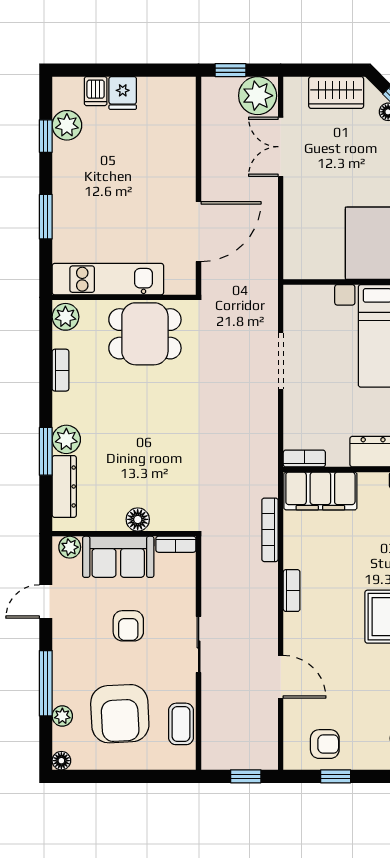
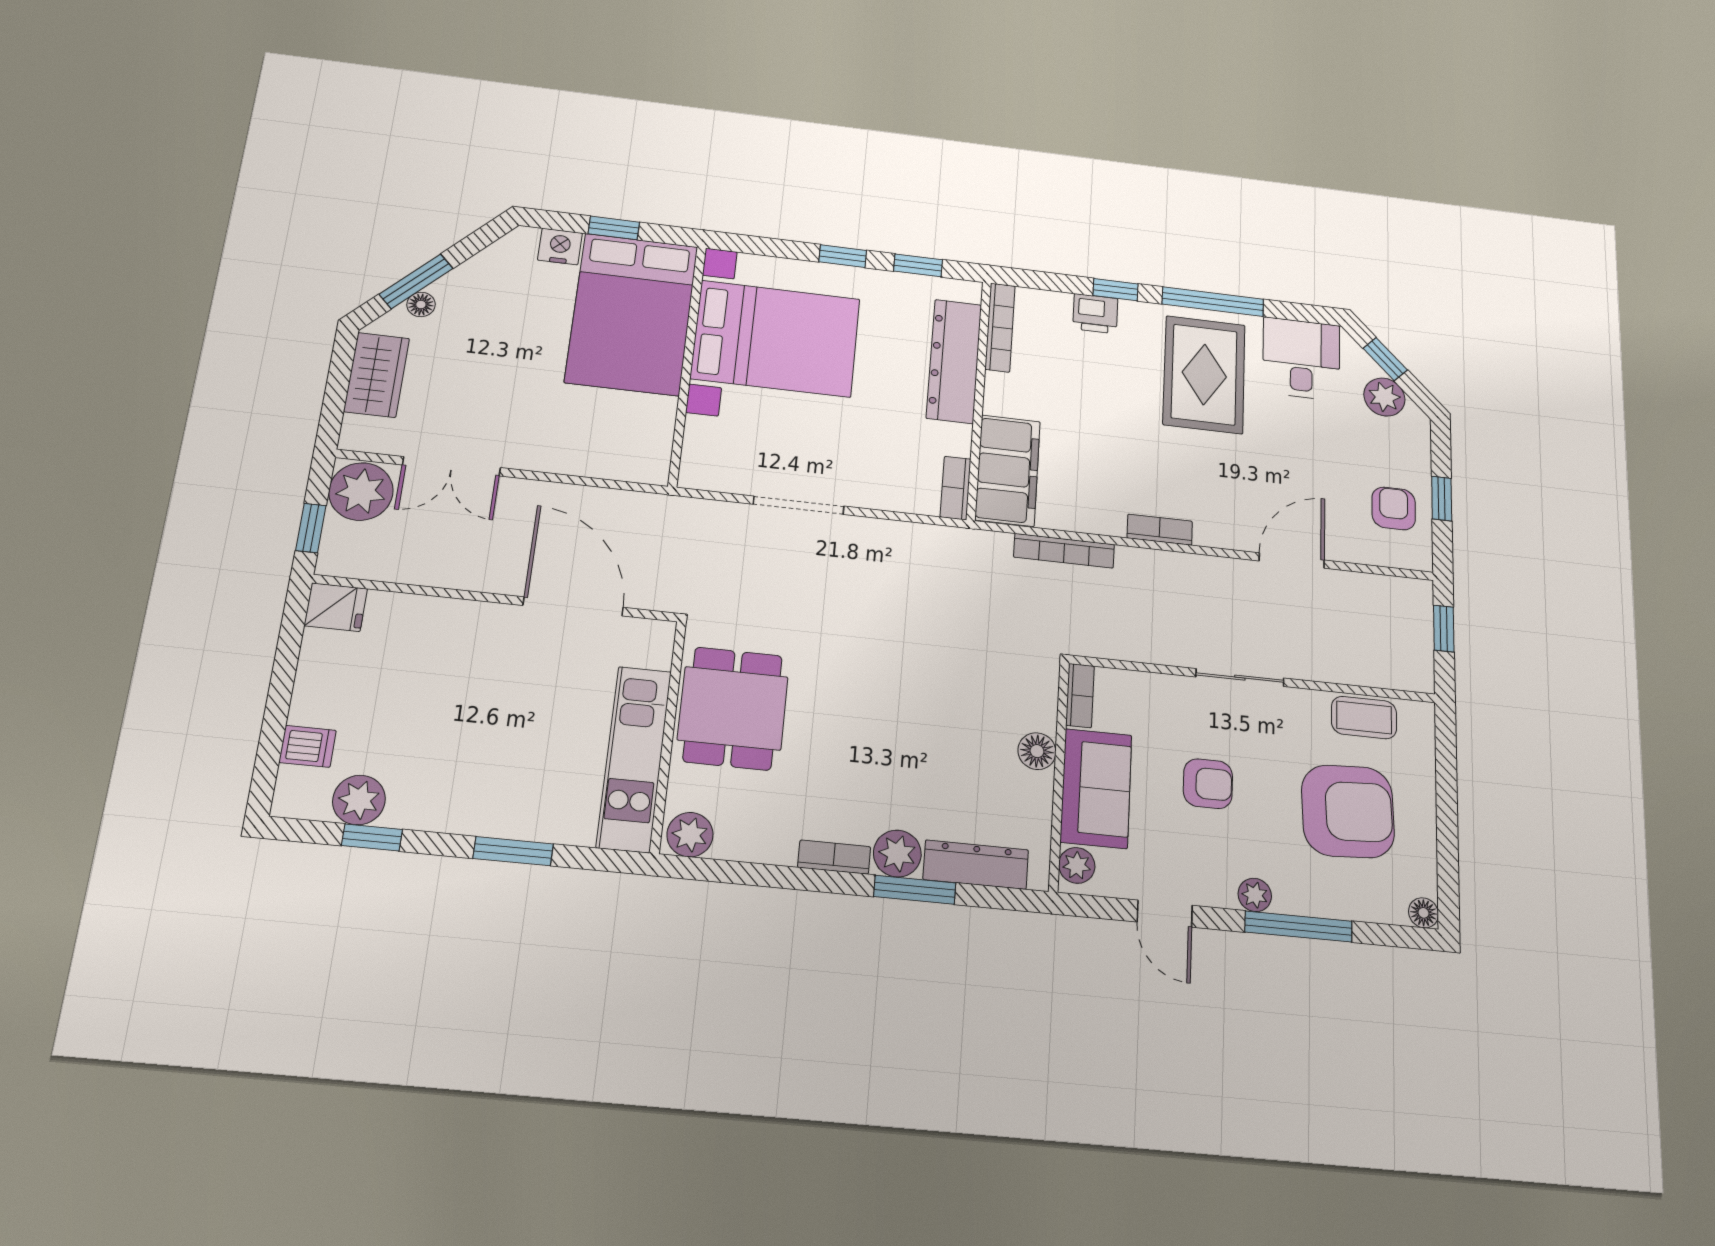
fridge: (123, 93) -> (336, 607), moved
bookcase: (60, 370) -> (834, 857), moved
plant: (62, 716) -> (1255, 895), moved

